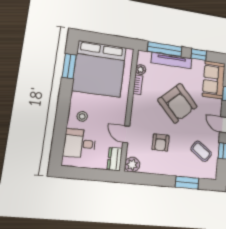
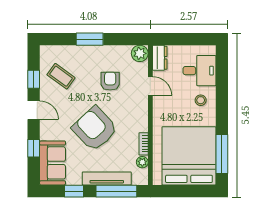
window: (69, 66) -> (222, 154), width x1.44
window: (187, 183) -> (90, 39), moved

